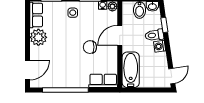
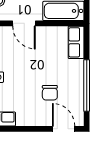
plant: (38, 37) -> (26, 116), removed
chair: (90, 47) -> (50, 93), moved

